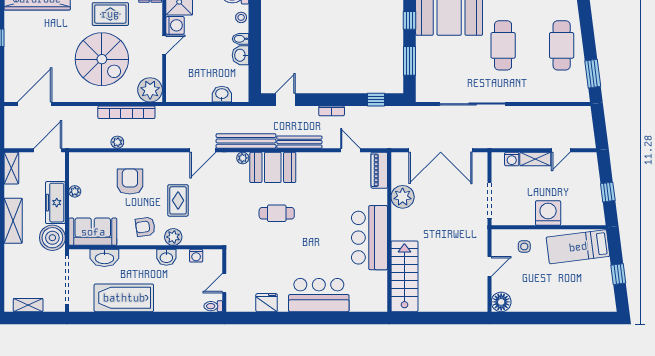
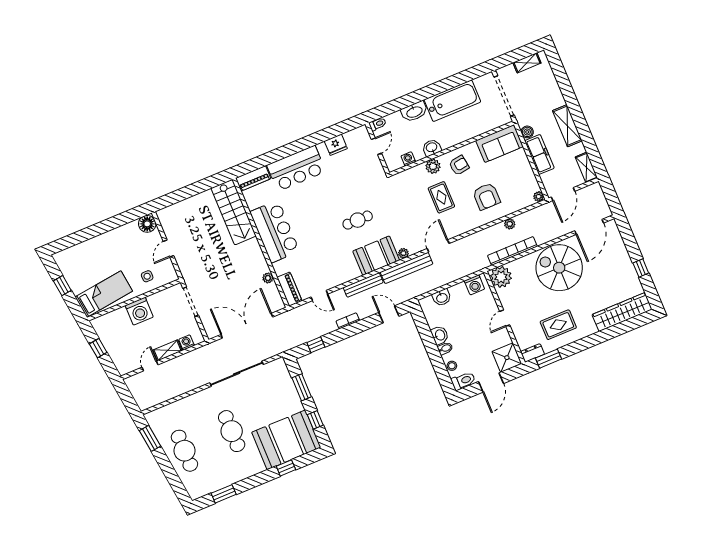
washing machine: (175, 25) -> (474, 285), moved, turned -90
spiral stairs: (102, 59) -> (559, 268), moved
door: (285, 100) -> (389, 314), swing flipped
plant: (75, 191) -> (539, 197), moved
plant: (403, 197) -> (268, 278), width x0.53, depth x0.53
boiler: (52, 238) -> (527, 132), width x0.54, depth x0.54
washbasin: (104, 258) -> (414, 112), moved, turned 180
piano: (369, 303) -> (253, 178), added

